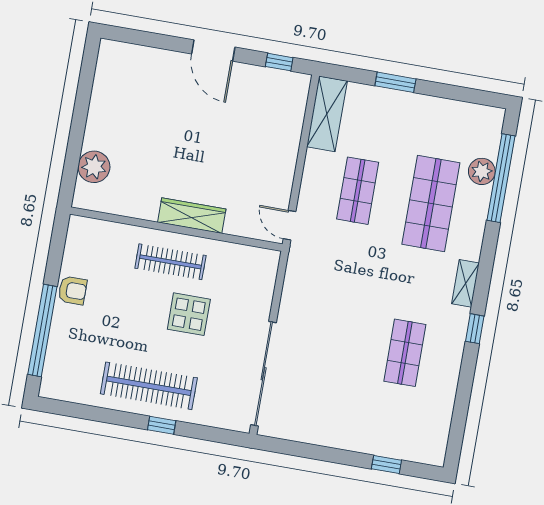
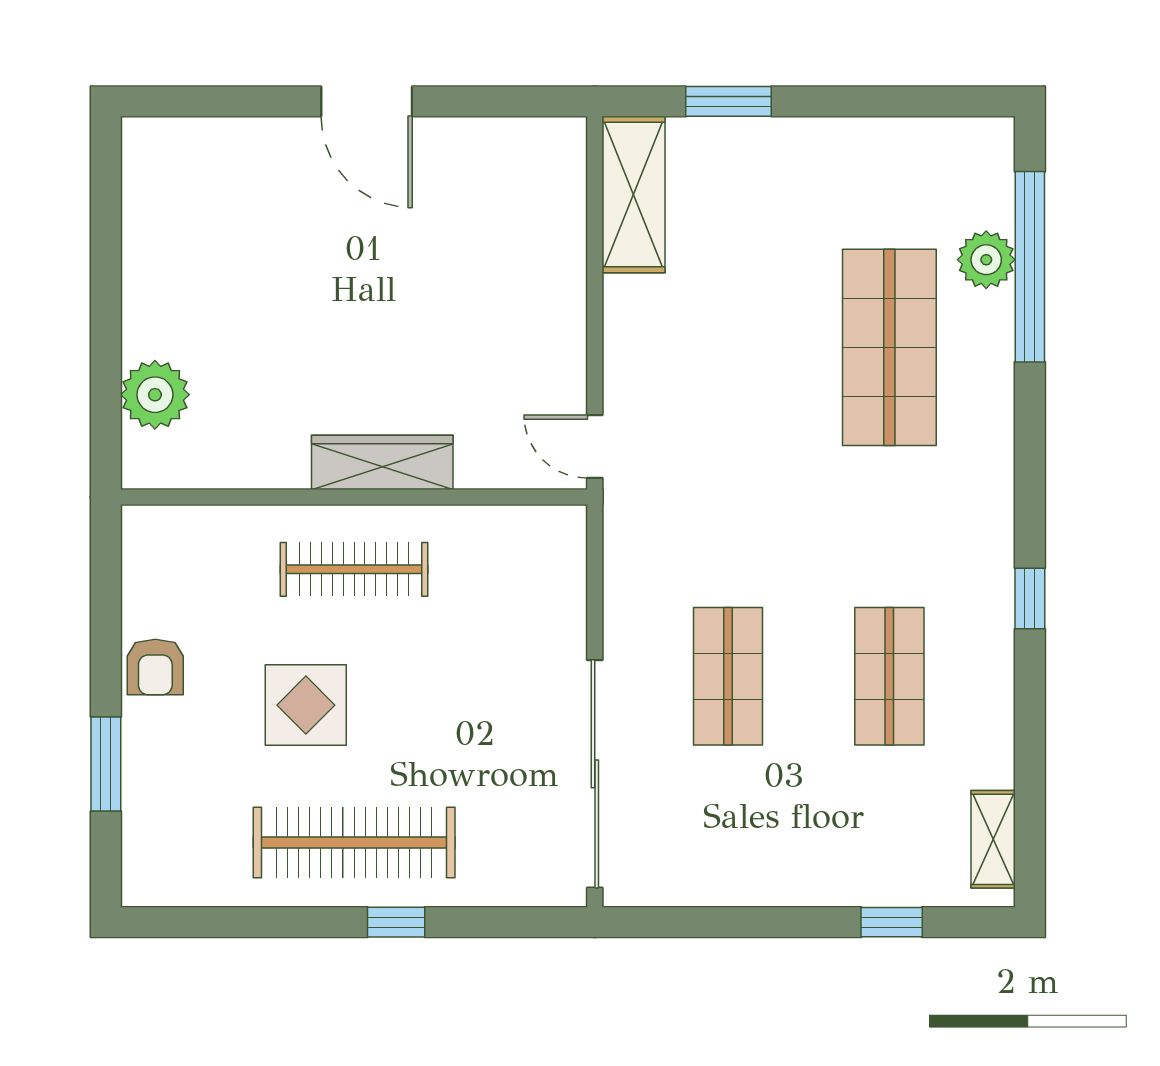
window: (279, 62) -> (512, 101), removed
window: (395, 82) -> (728, 101), moved
shop shelf: (358, 191) -> (728, 676), moved
shelving: (465, 283) -> (993, 839), moved
armchair: (73, 290) -> (155, 667), turned 90
display table: (189, 314) -> (306, 705), moved
window: (42, 331) -> (106, 764), width x0.47

